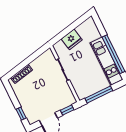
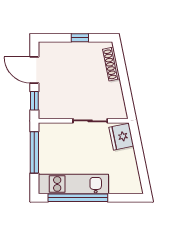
fridge: (72, 39) -> (121, 137), moved
window: (21, 114) -> (80, 38), moved

